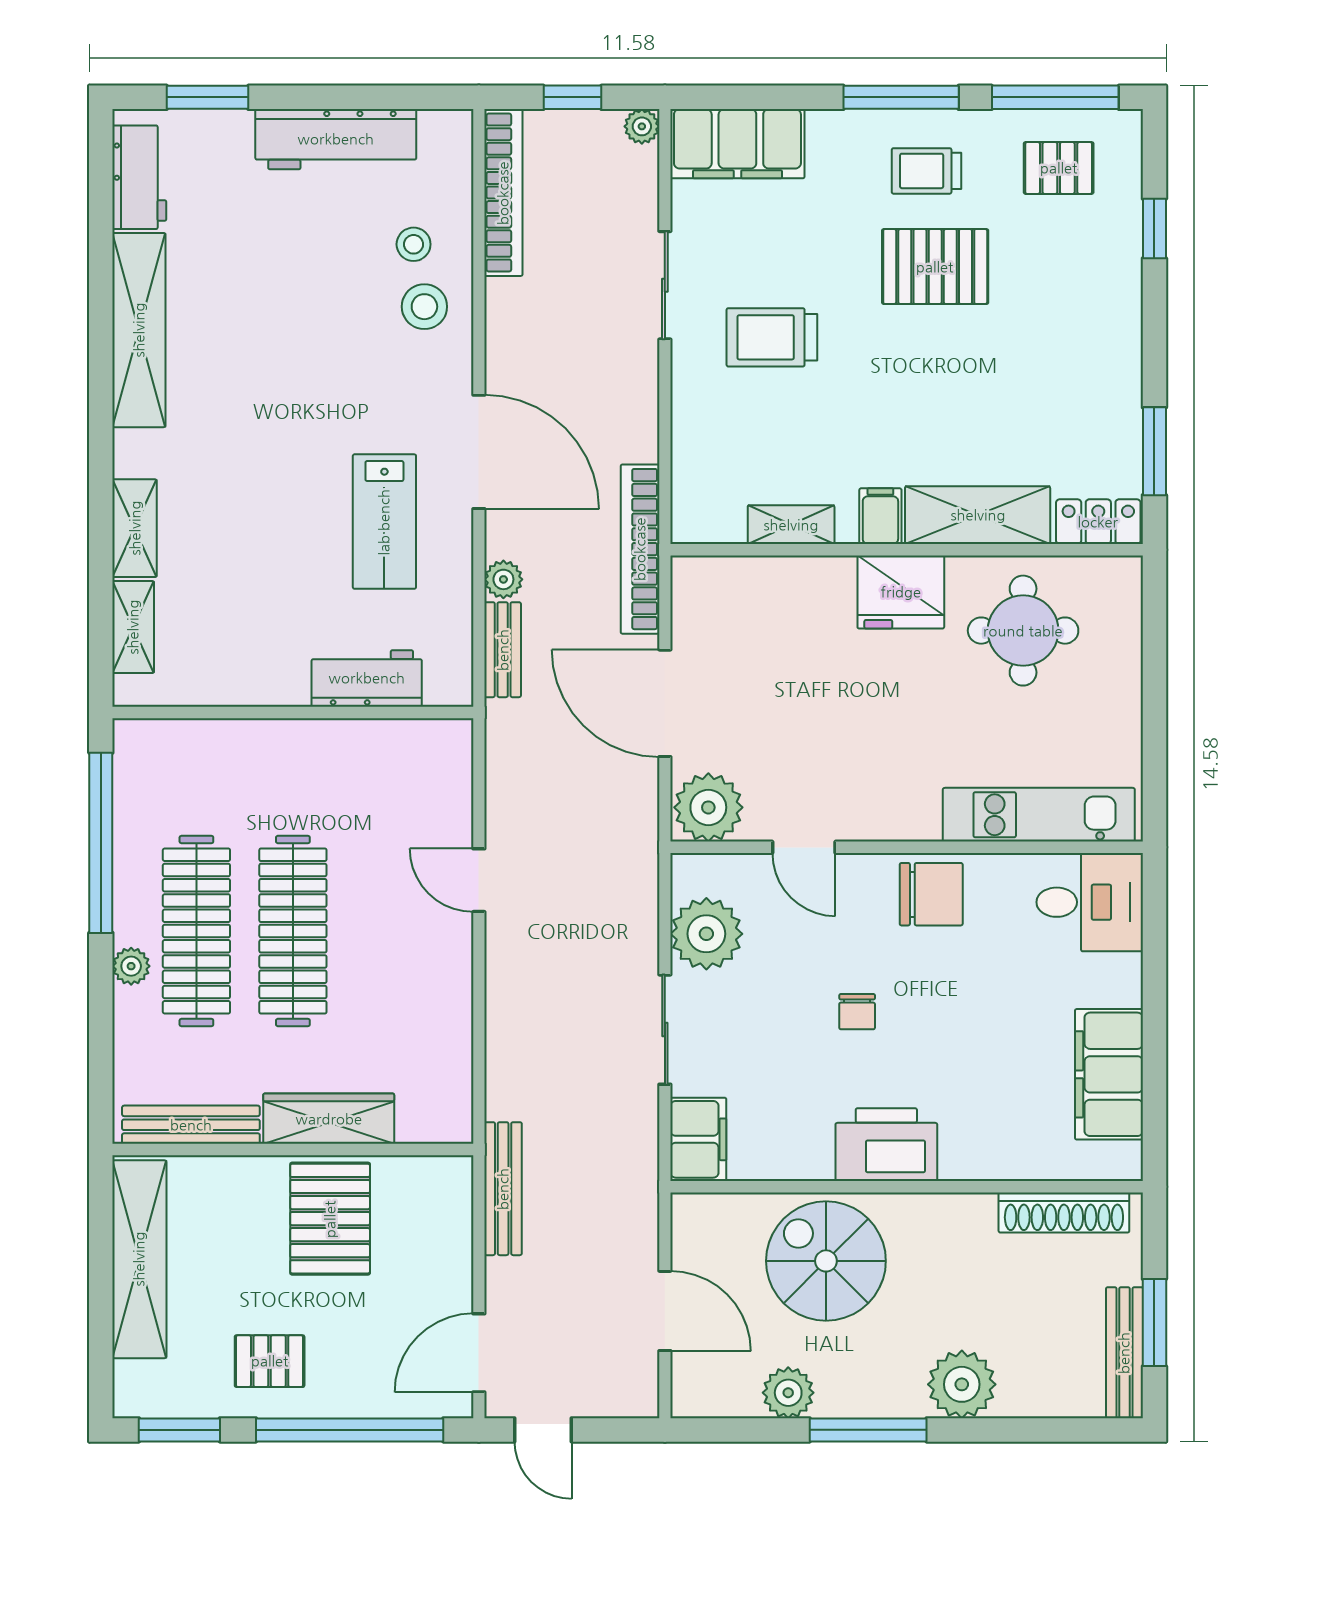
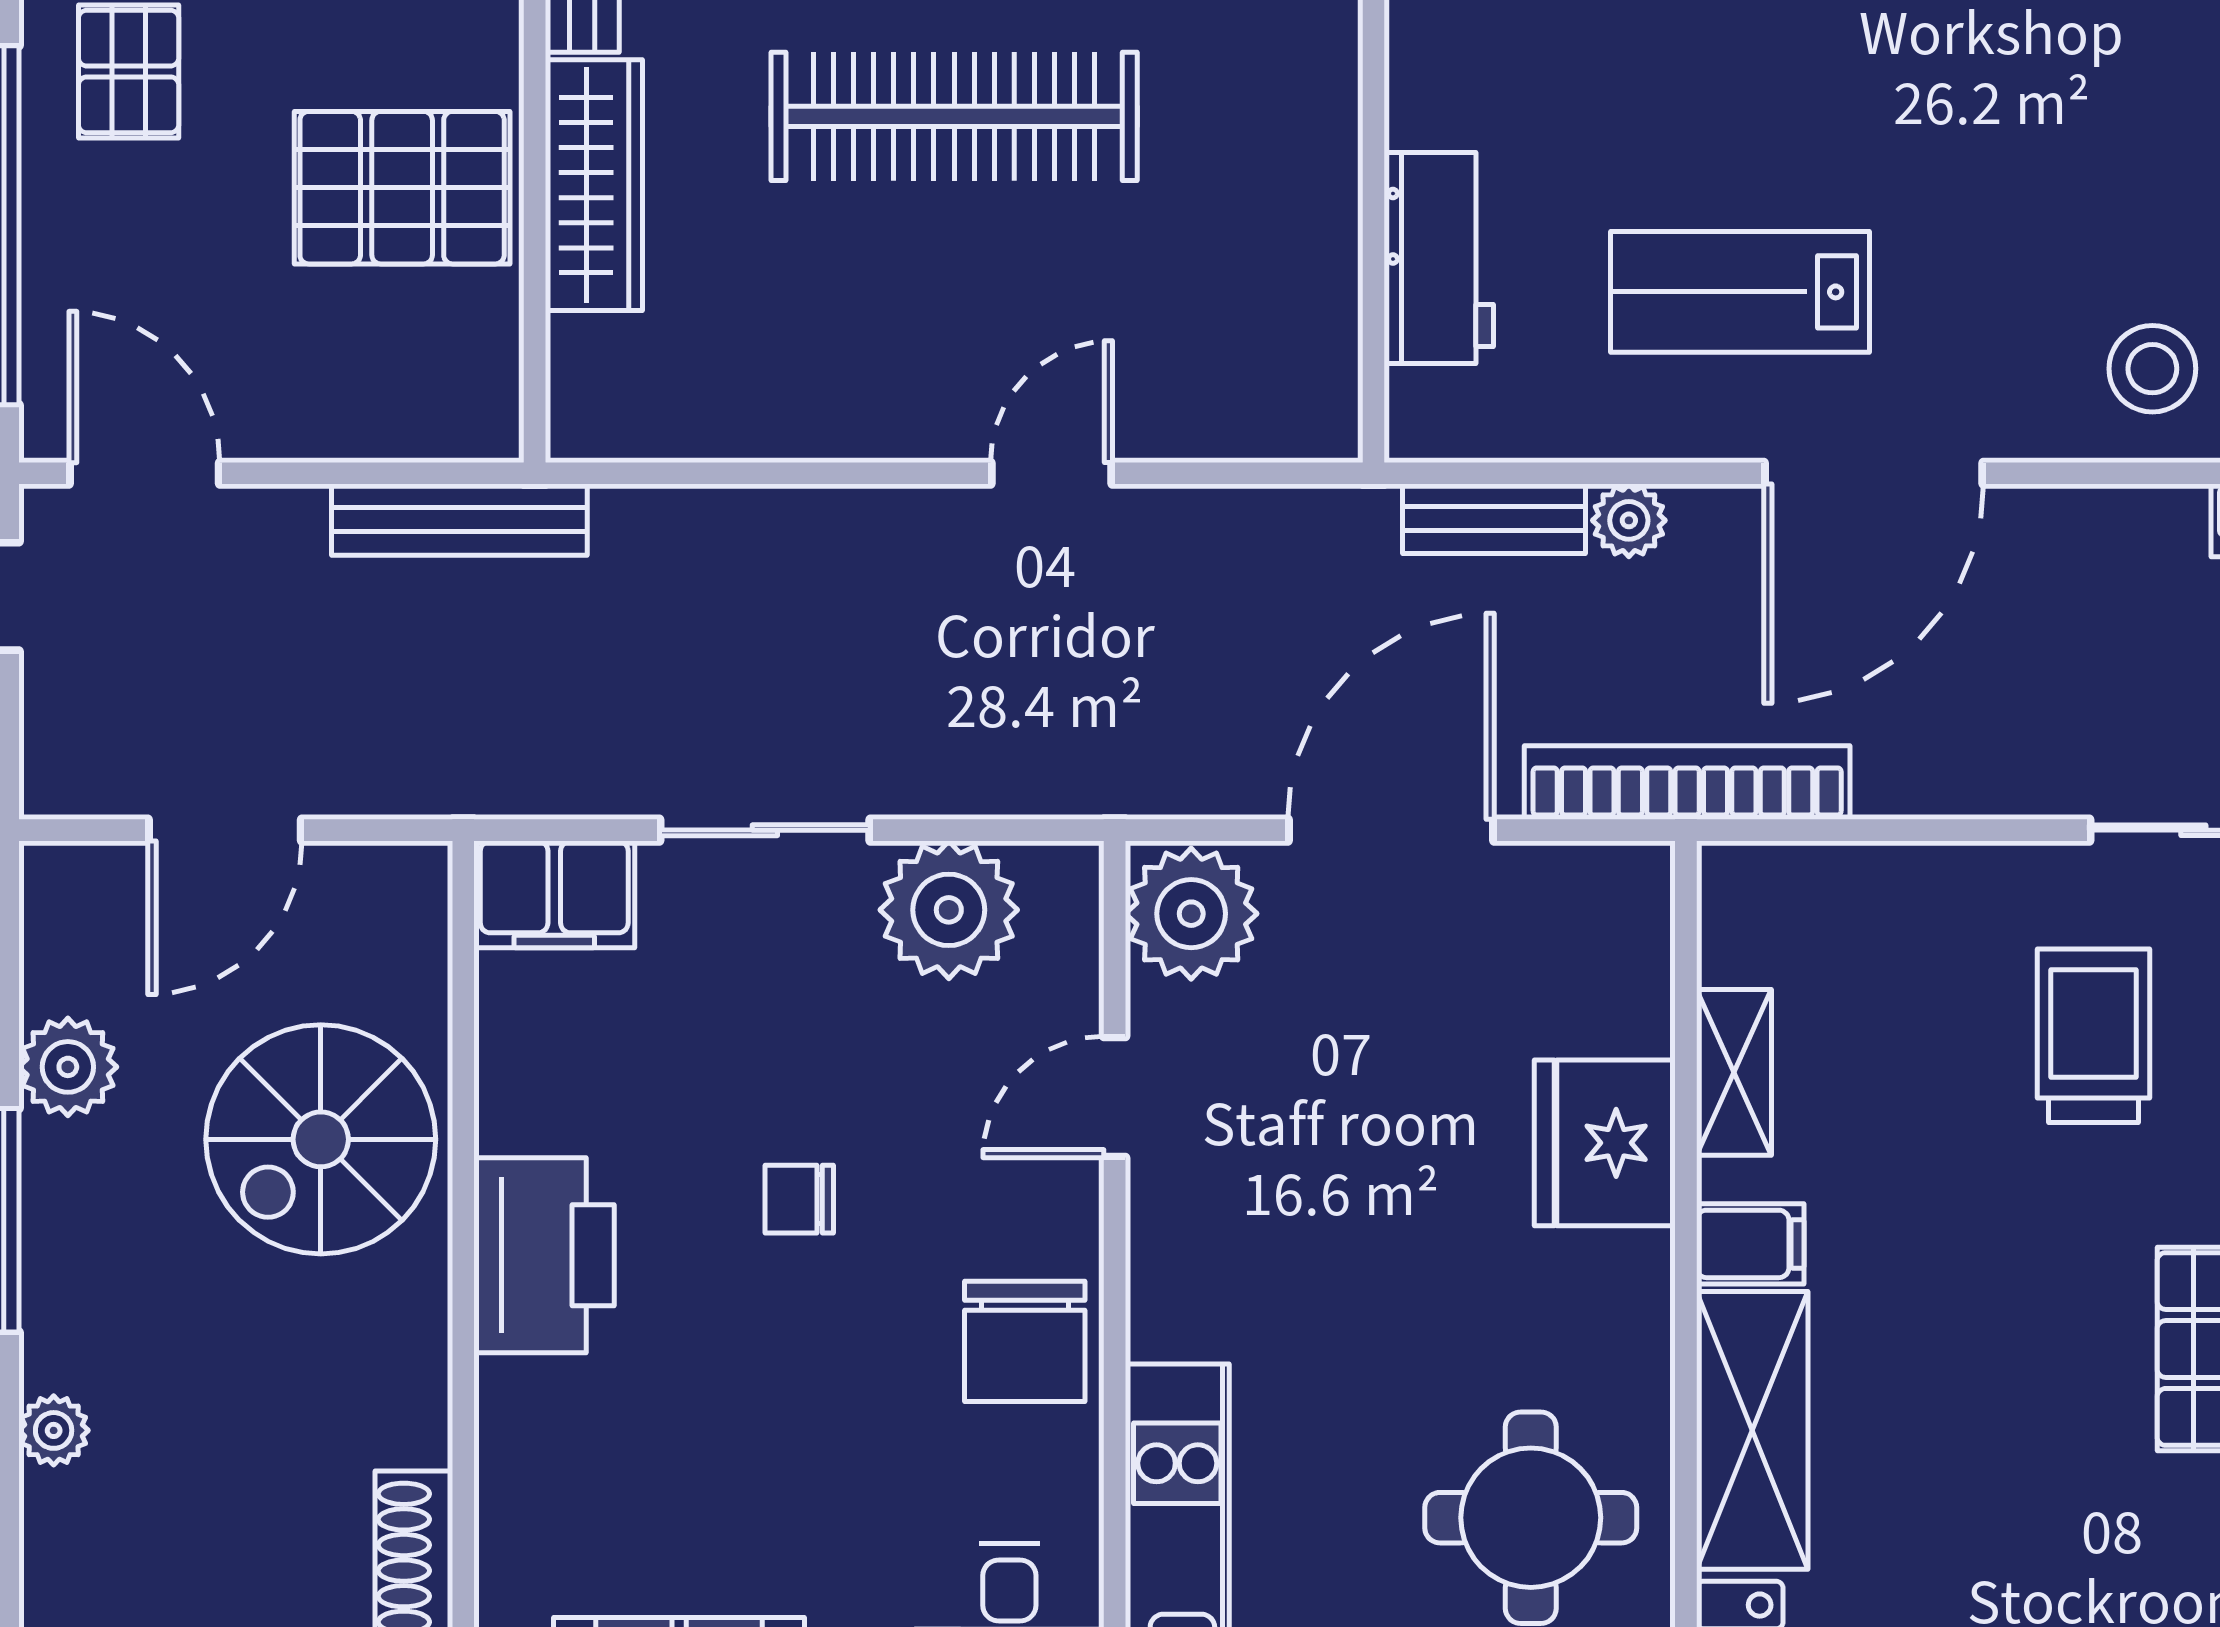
fridge: (901, 592) -> (1605, 1143), moved
spiral stairs: (826, 1261) -> (321, 1139), turned 180
plant: (962, 1384) -> (54, 1430), width x0.53, depth x0.53

